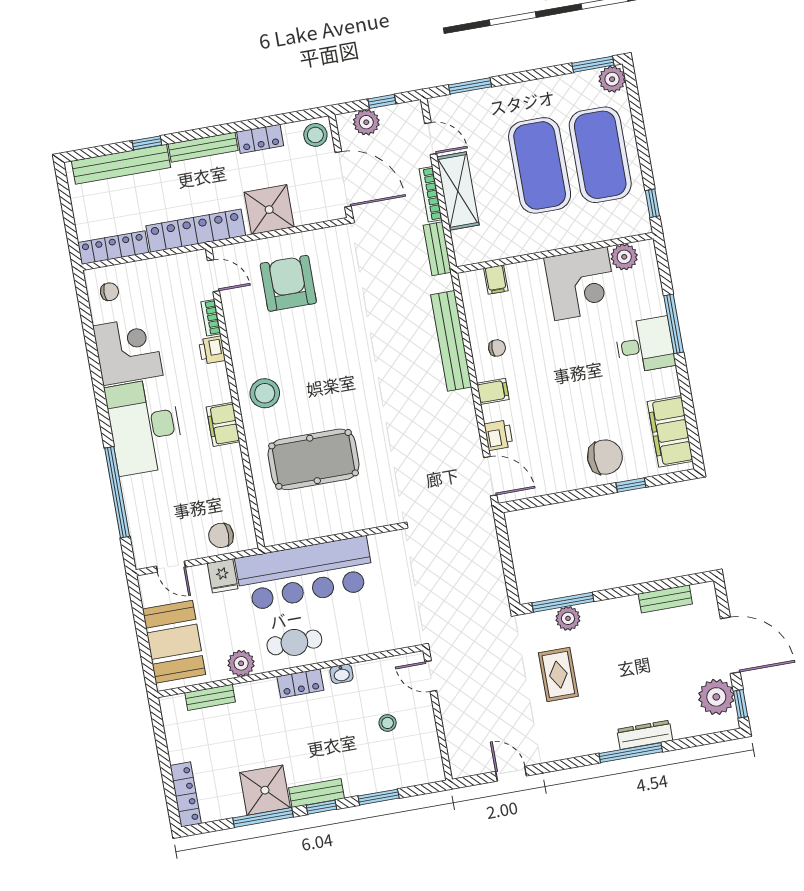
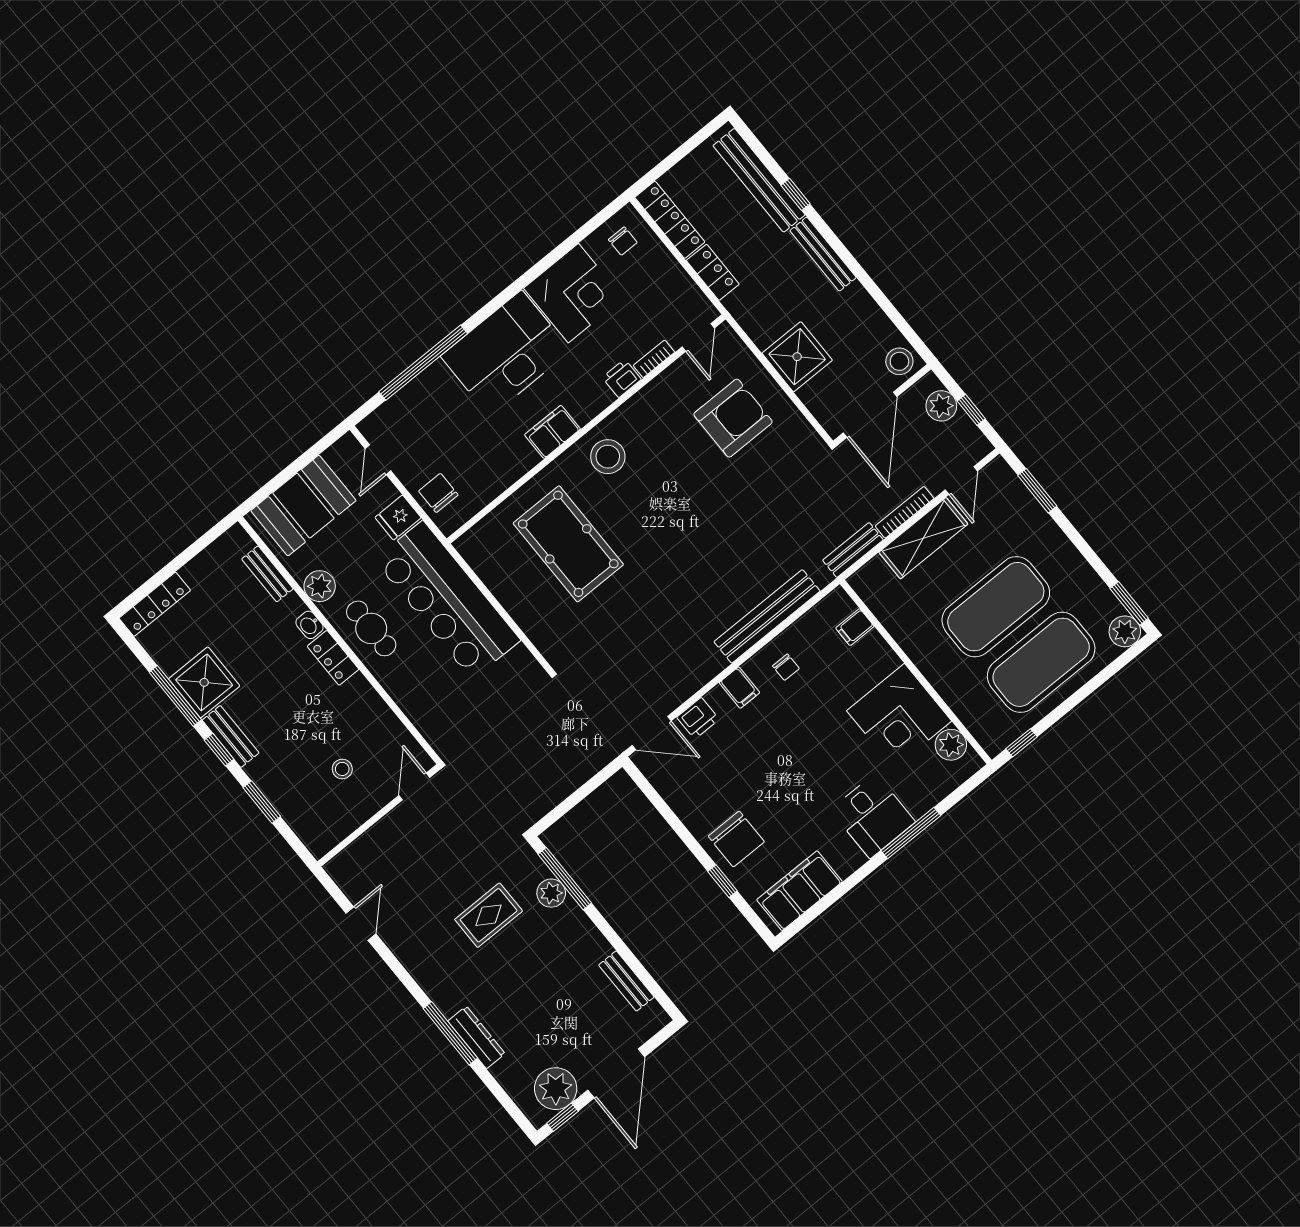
locker: (260, 139) -> (864, 307), removed
locker: (196, 231) -> (713, 272), width x0.46, depth x0.83
door: (490, 476) -> (652, 733), hinge flipped
washbasin: (342, 674) -> (309, 625), moved

